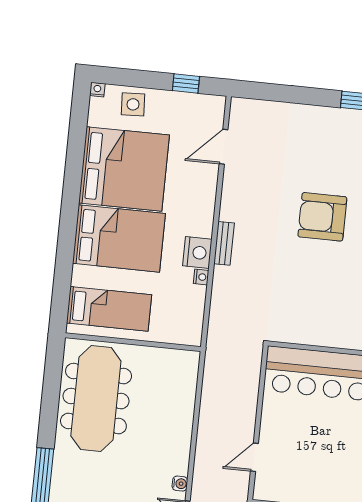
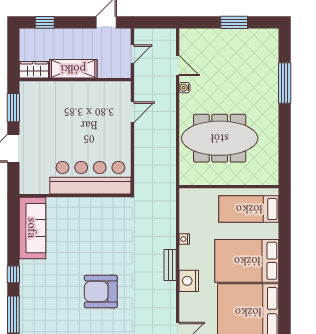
armchair: (322, 217) -> (101, 292), turned 180
nightstand: (197, 253) -> (189, 281), moved
meeting table: (96, 399) -> (220, 138), moved, turned 90

